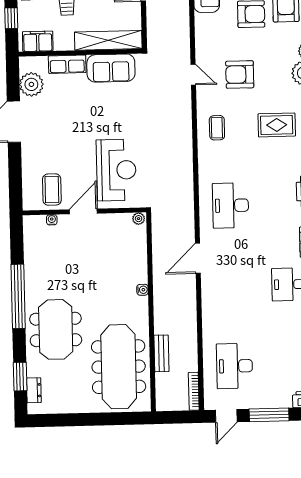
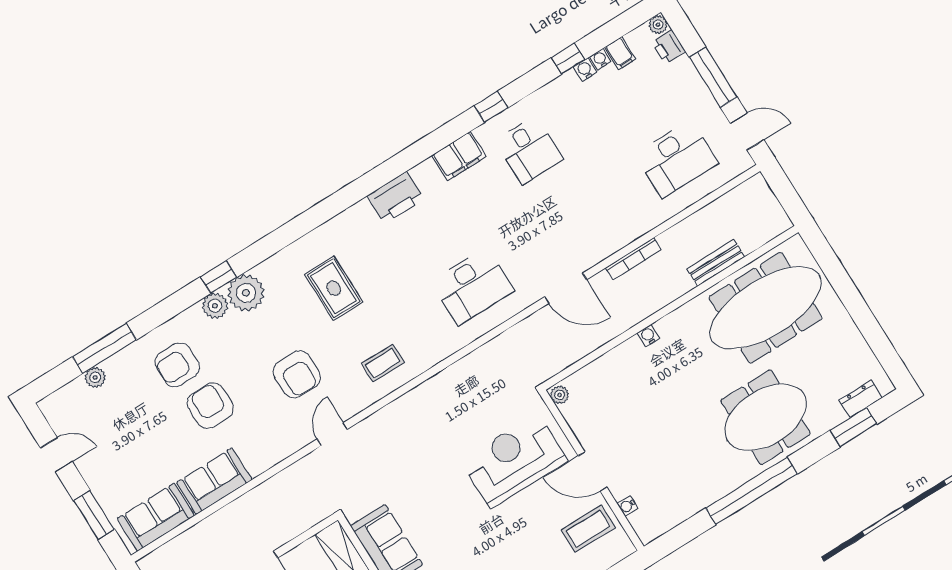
bookcase: (194, 391) -> (633, 259), moved

